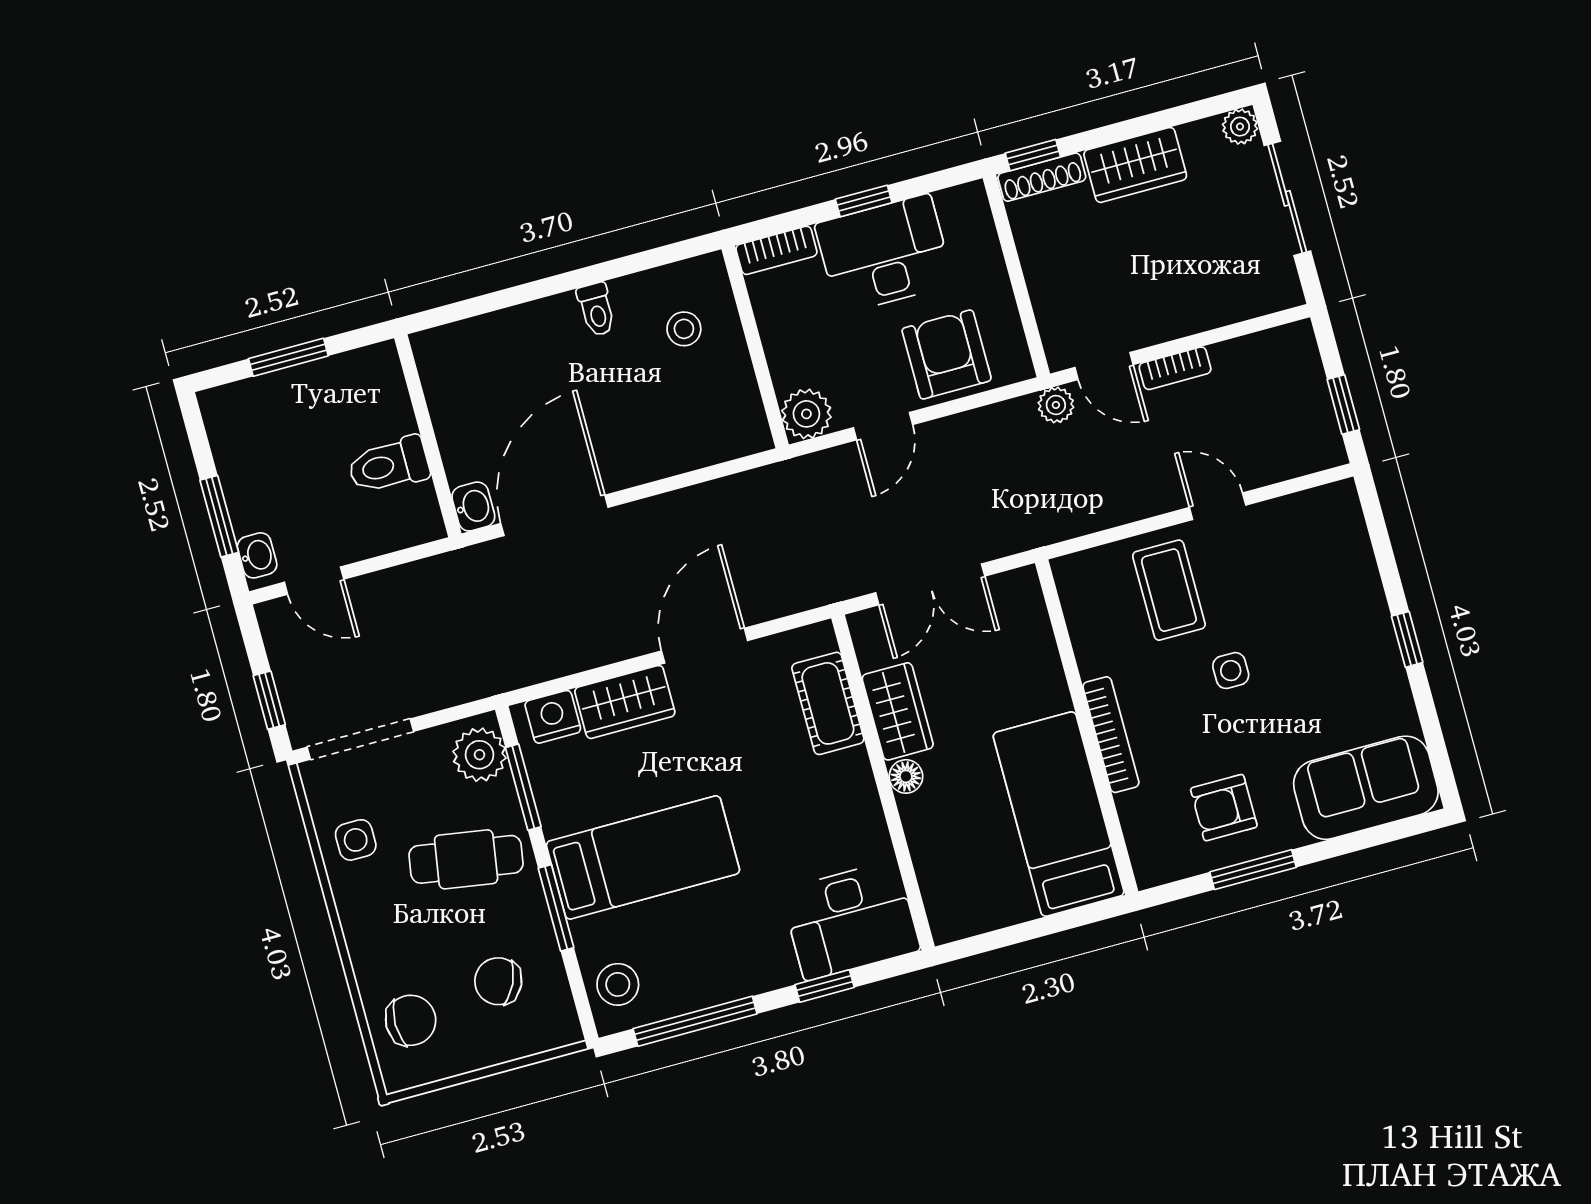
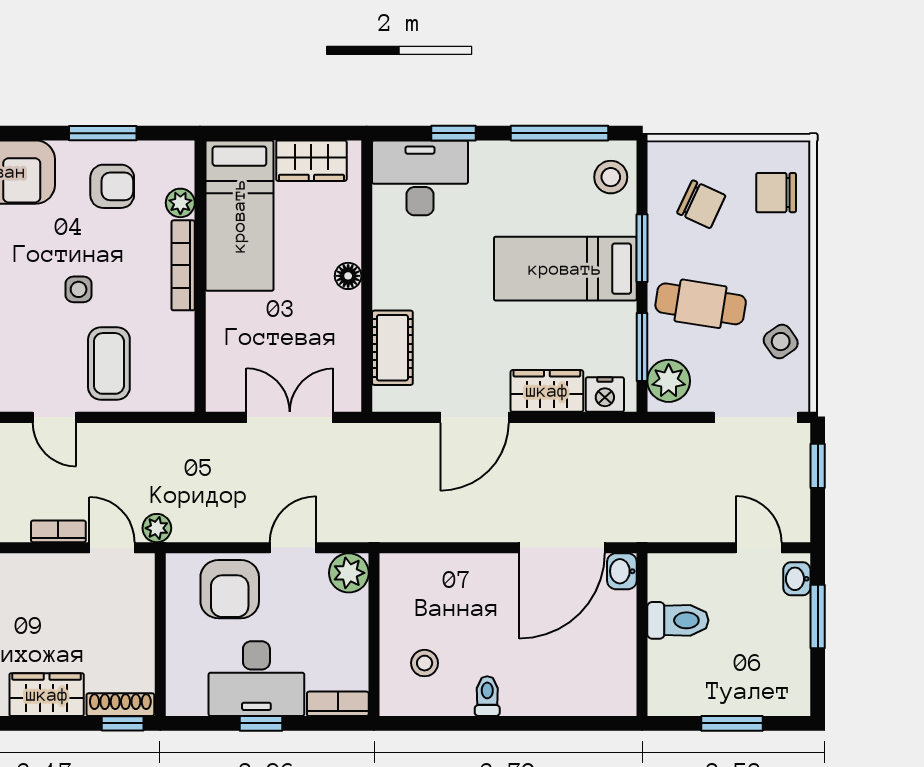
wardrobe: (898, 711) -> (311, 161), moved, turned -90
plant: (1135, 810) -> (180, 203), added
side table: (356, 840) -> (781, 342), turned -35

